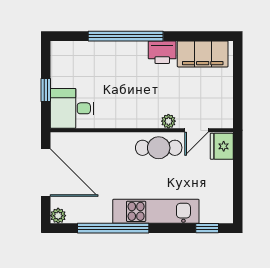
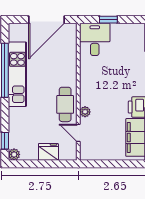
fridge: (222, 146) -> (48, 152), moved
kitchen unit: (156, 211) -> (17, 74), moved
plant: (58, 216) -> (14, 154), moved

